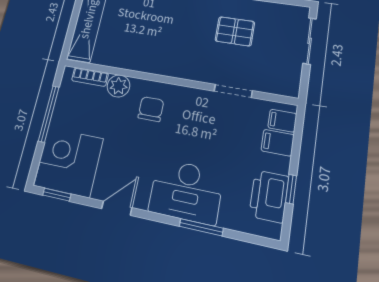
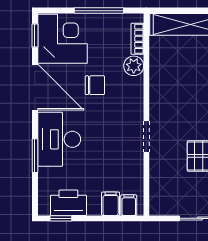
doorway: (233, 91) -> (146, 137), moved
chair: (151, 109) -> (95, 85), moved
window: (291, 189) -> (61, 218), moved
door: (117, 208) -> (35, 87), width x1.88

